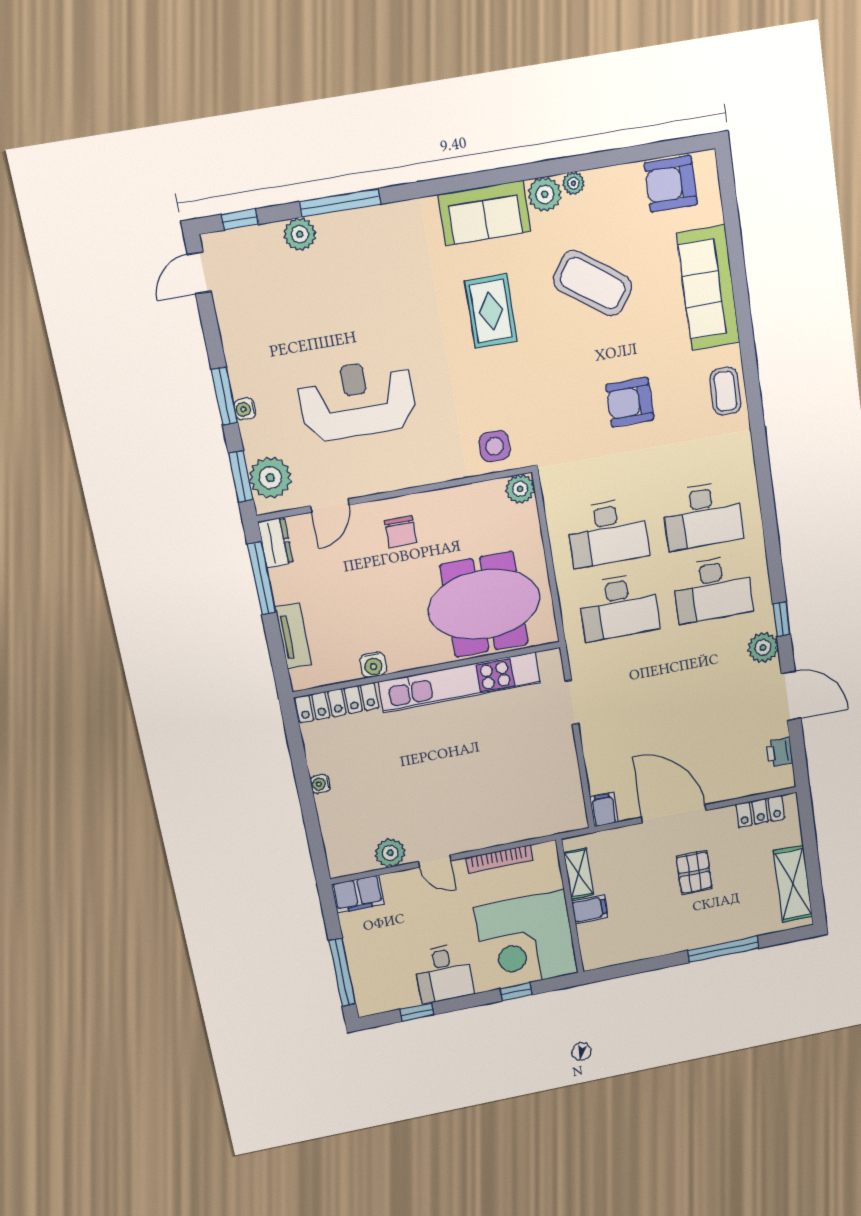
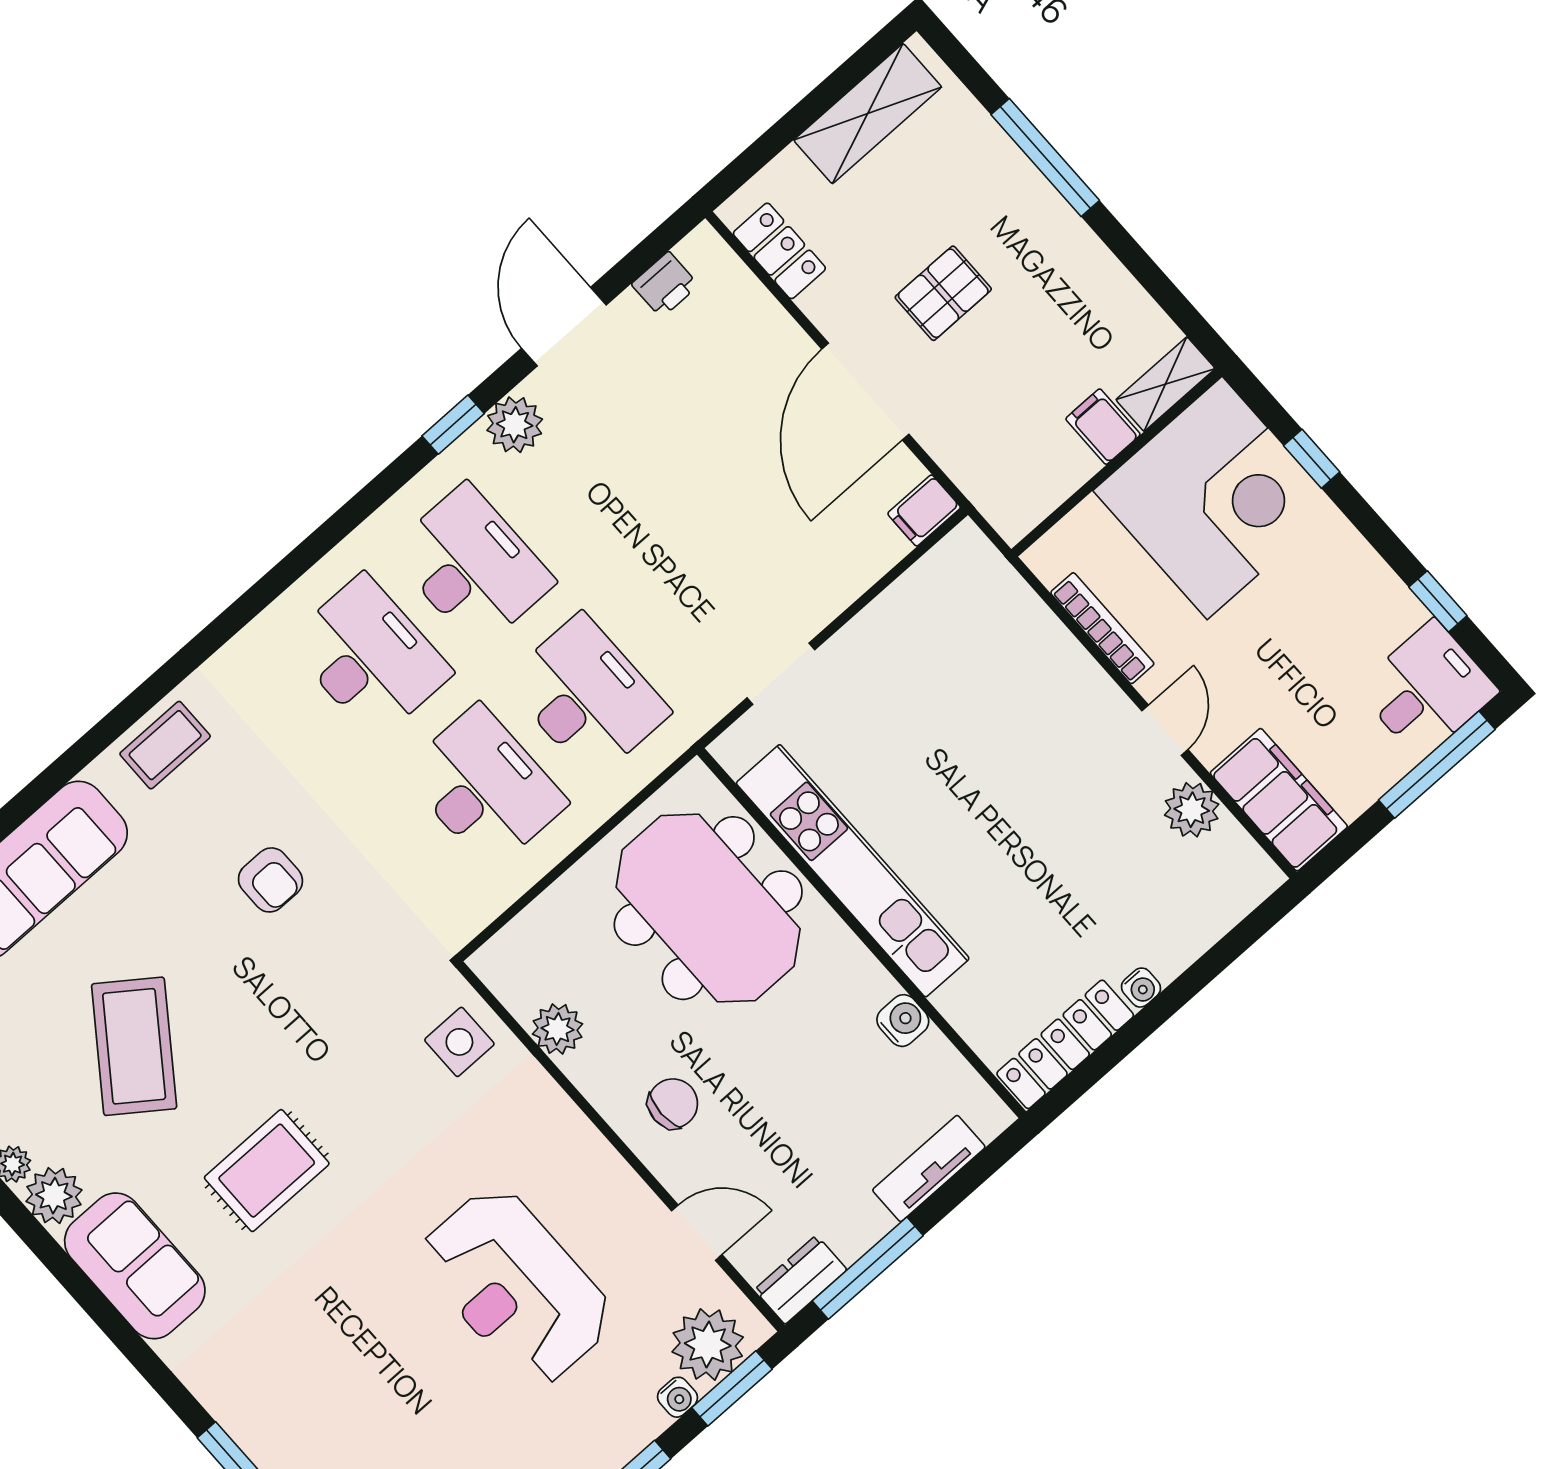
armchair: (630, 402) -> (270, 880), width x0.72, depth x0.72
water cooler: (245, 409) -> (677, 1397), moved
plant: (520, 489) -> (558, 1029), moved
locker: (337, 703) -> (1065, 1044), moved, turned -90
shelving: (579, 874) -> (1165, 384), moved
filing cabinet: (358, 894) -> (1279, 800), width x1.50, depth x1.17
desk: (444, 973) -> (1427, 690), moved

